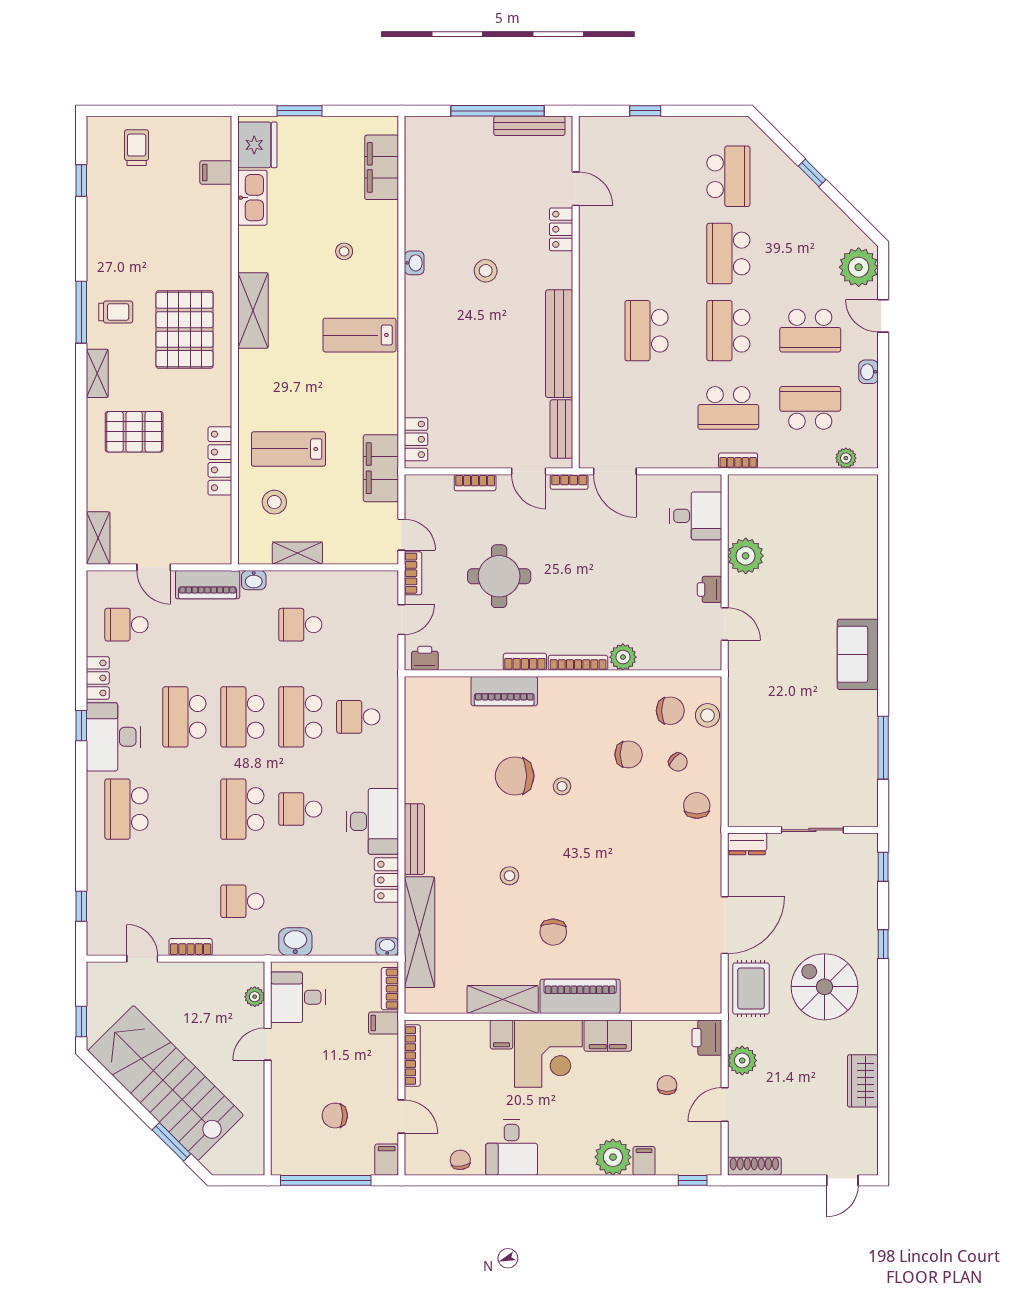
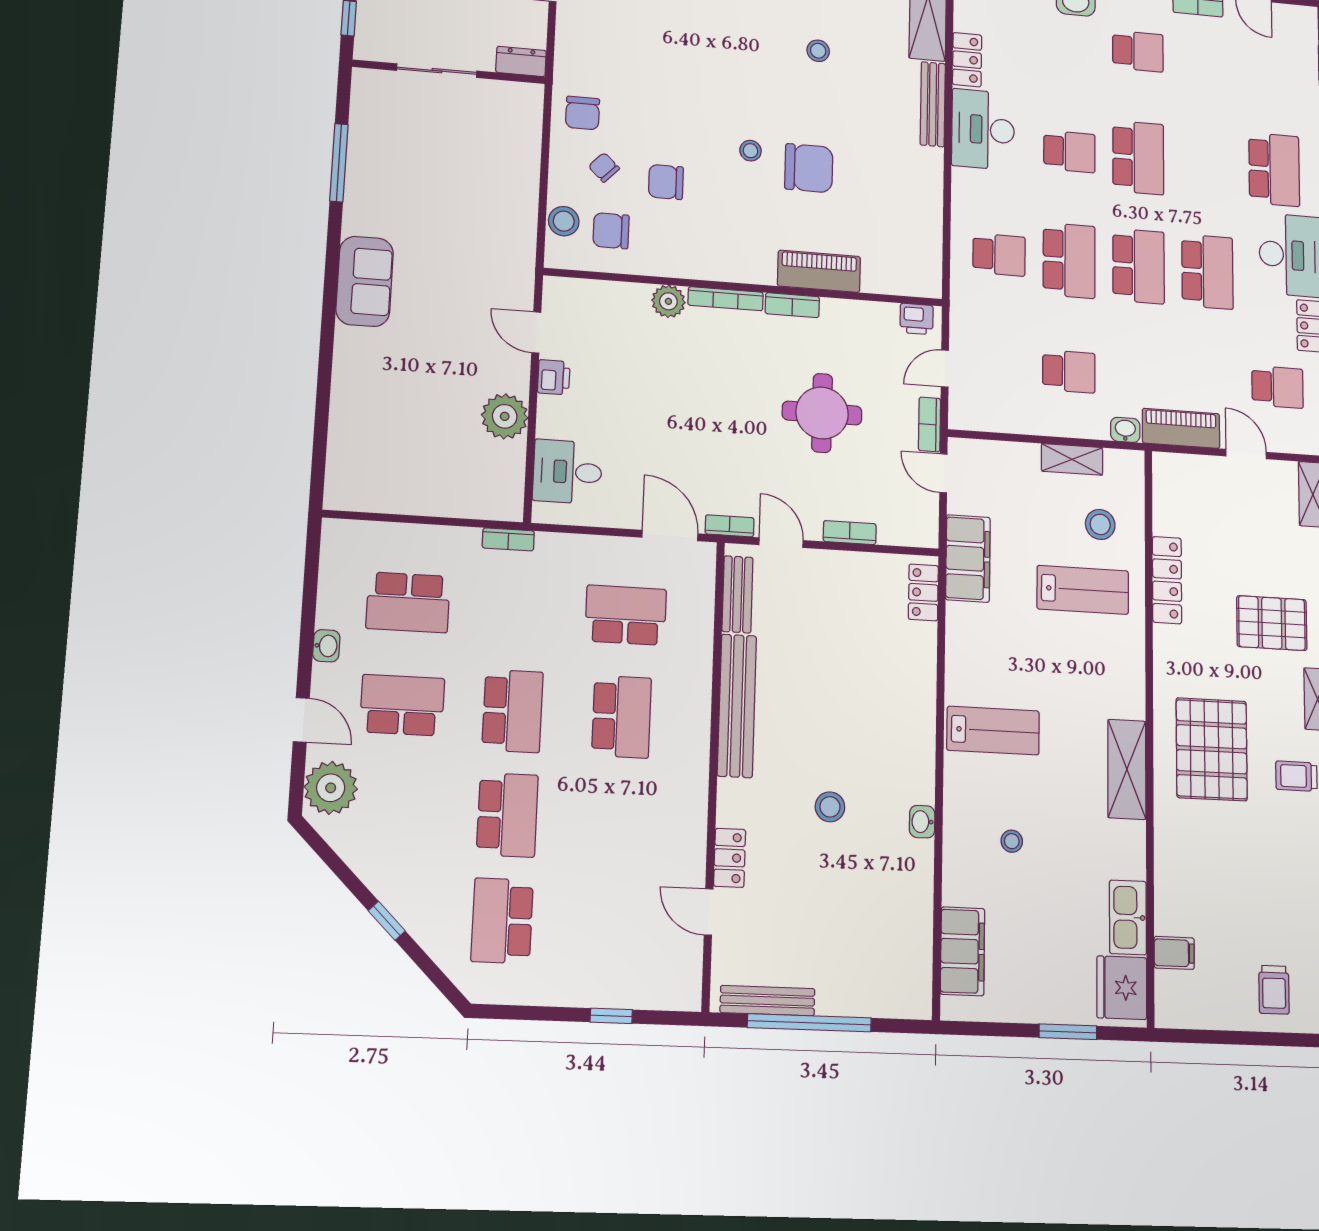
school desk: (728, 408) -> (626, 615), moved
plant: (846, 458) -> (364, 534), removed

